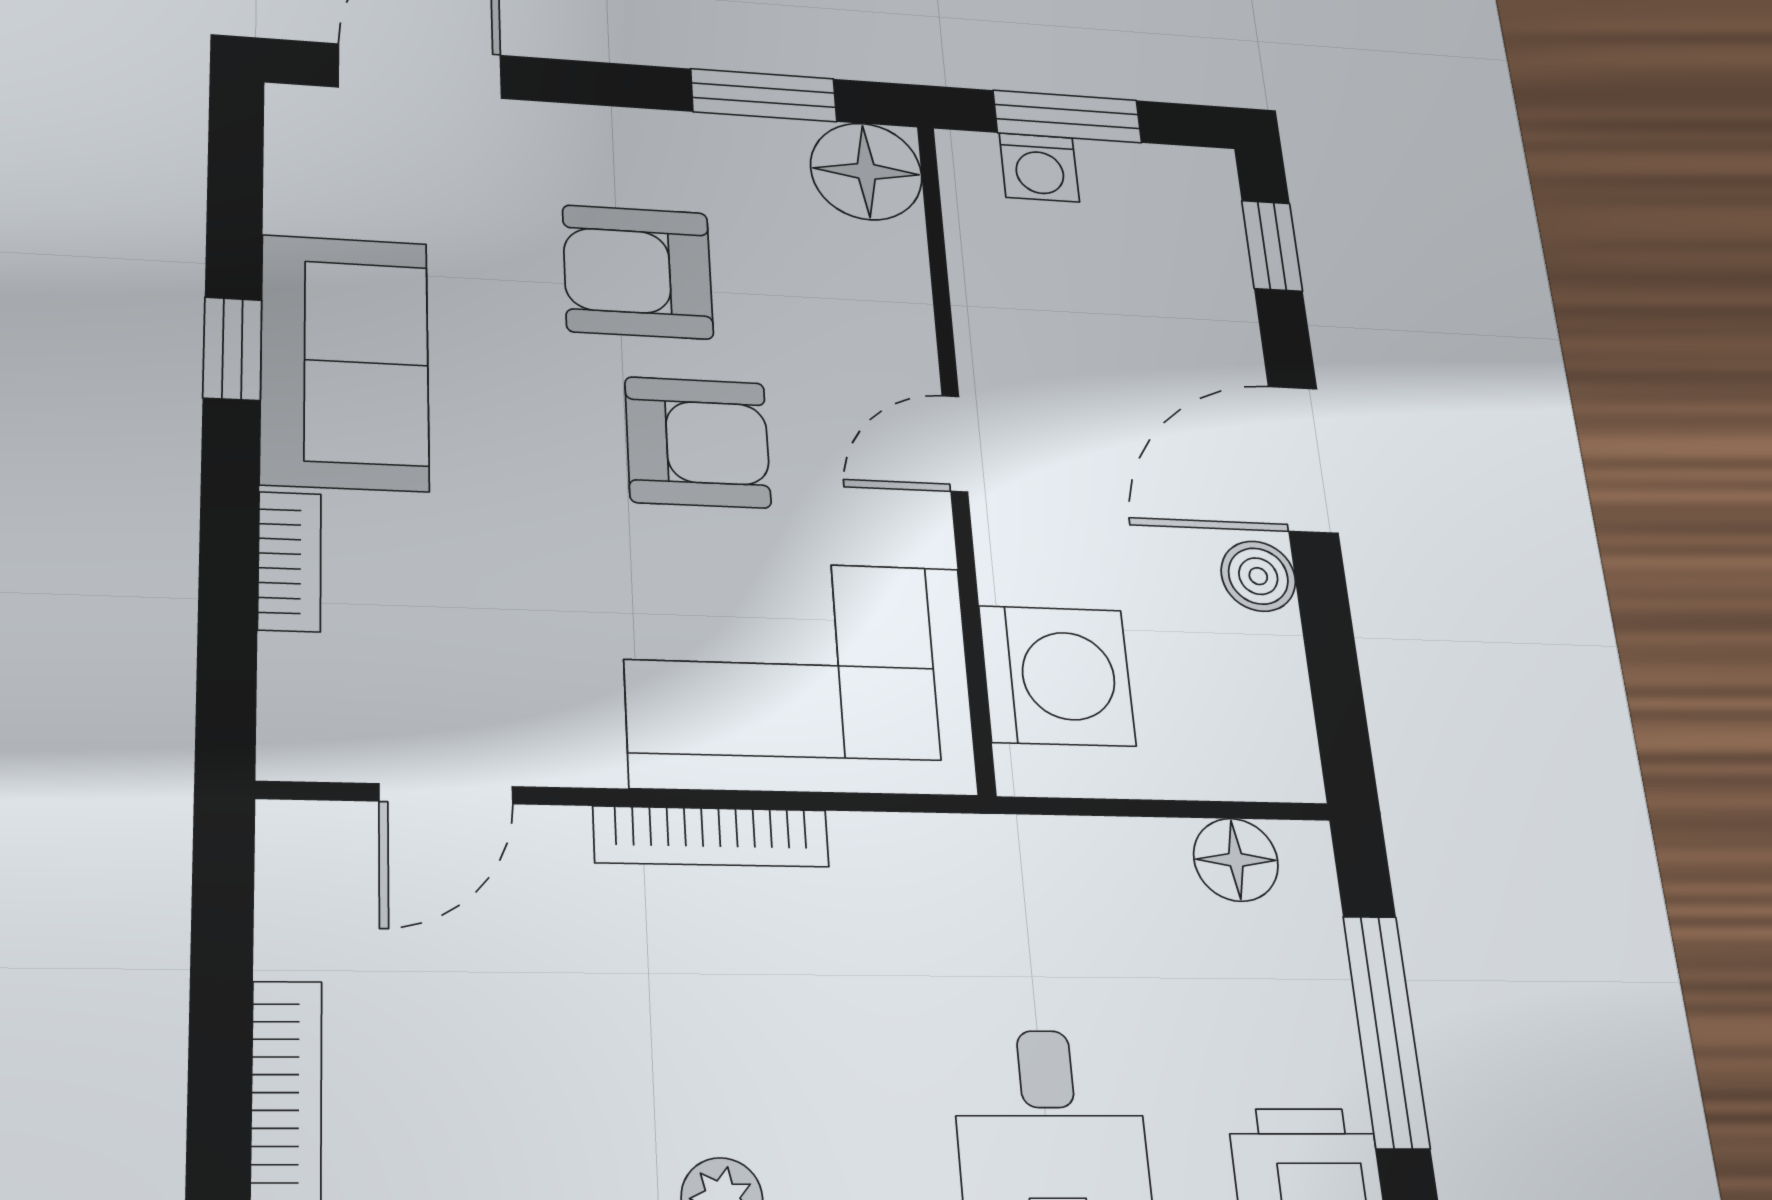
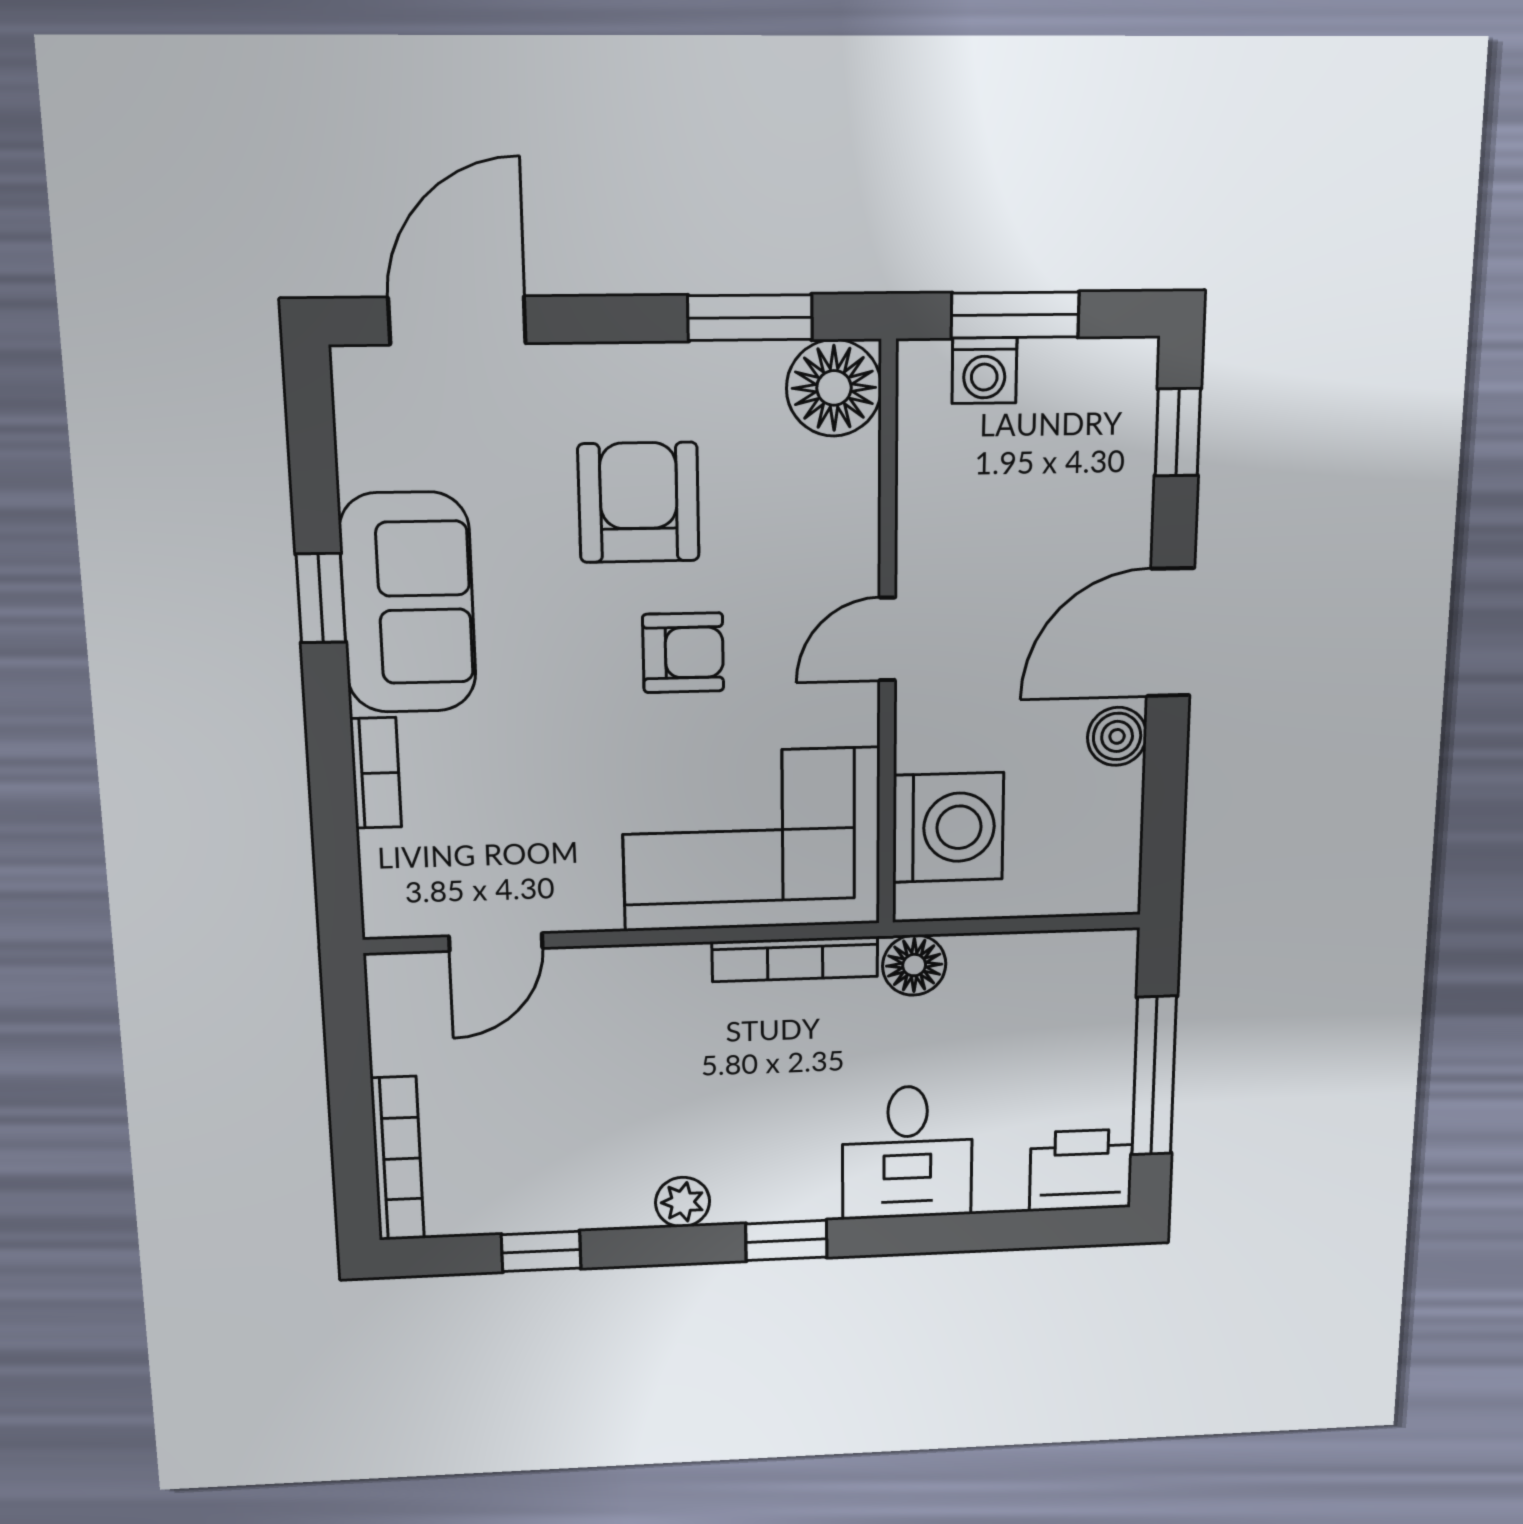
armchair: (638, 272) -> (639, 502), turned 90
armchair: (698, 442) -> (683, 653), width x0.72, depth x0.72
bookcase: (711, 836) -> (795, 959), moved
floor lamp: (1236, 860) -> (914, 965), moved

